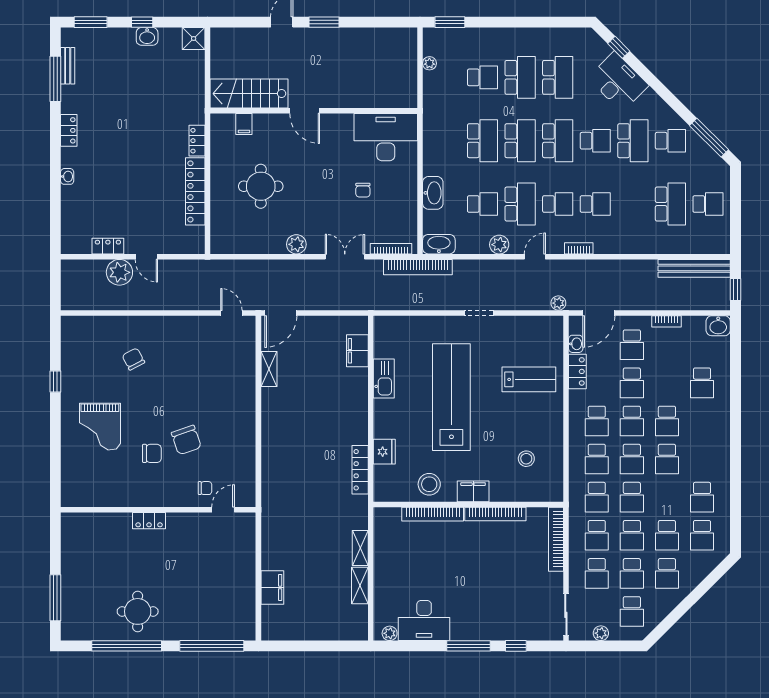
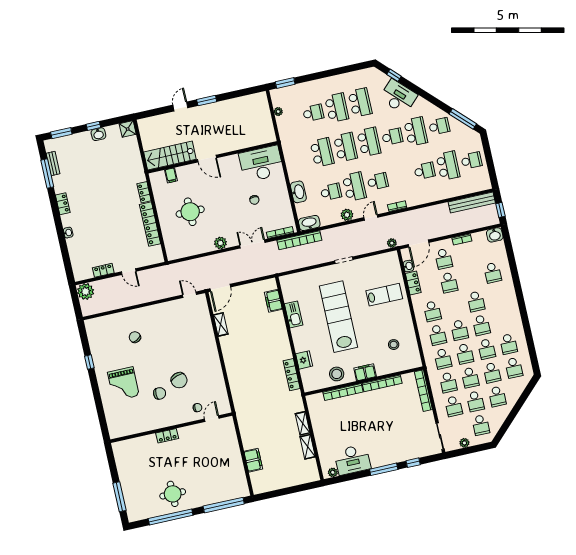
school desk: (595, 204) -> (425, 171), moved
plant: (119, 272) -> (86, 291), moved
school desk: (632, 421) -> (487, 349), moved

